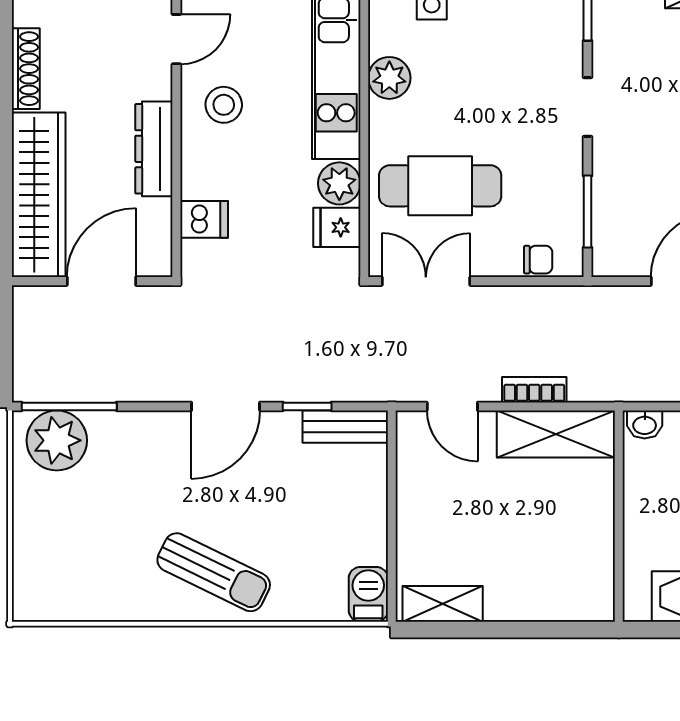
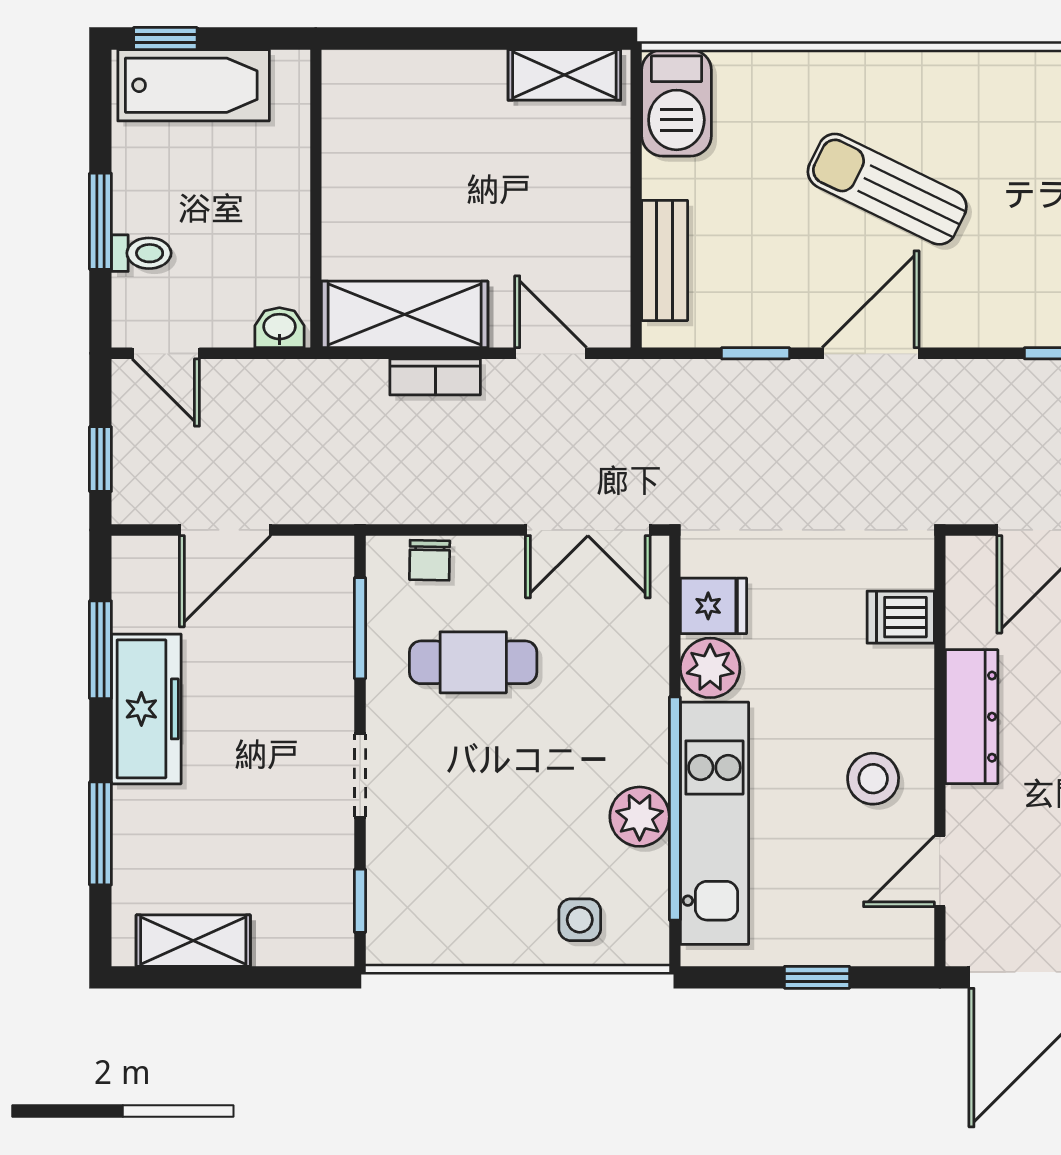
window: (364, 84) -> (675, 809), added
cafe table: (440, 186) -> (473, 662), moved, width x0.73, depth x0.74
chair: (538, 260) -> (430, 560), turned -89
bench: (345, 427) -> (665, 260), moved, turned 90
sun lounger: (214, 572) -> (887, 189), moved
barbecue: (368, 594) -> (676, 103), width x1.38, depth x1.27

